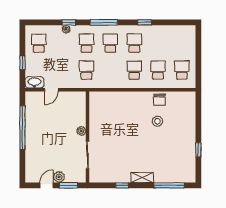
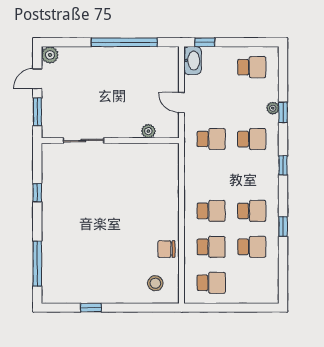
window: (104, 22) -> (283, 165), width x0.46
school desk: (110, 43) -> (252, 247), moved
window: (22, 63) -> (205, 42), moved
door: (51, 90) -> (181, 103), moved
stool: (157, 121) -> (155, 283), moved
plant: (81, 131) -> (148, 131), moved
plant: (59, 177) -> (50, 55), moved
shelving: (142, 178) -> (49, 223), removed
door: (47, 185) -> (37, 79), swing flipped

